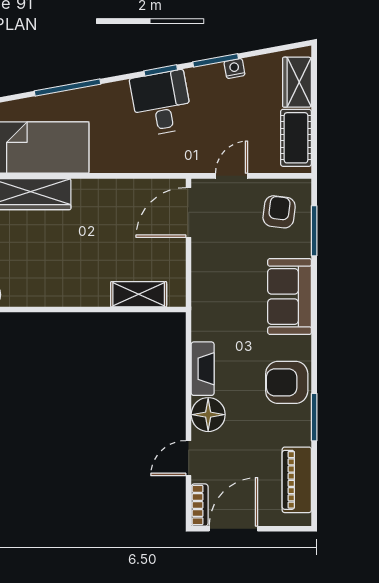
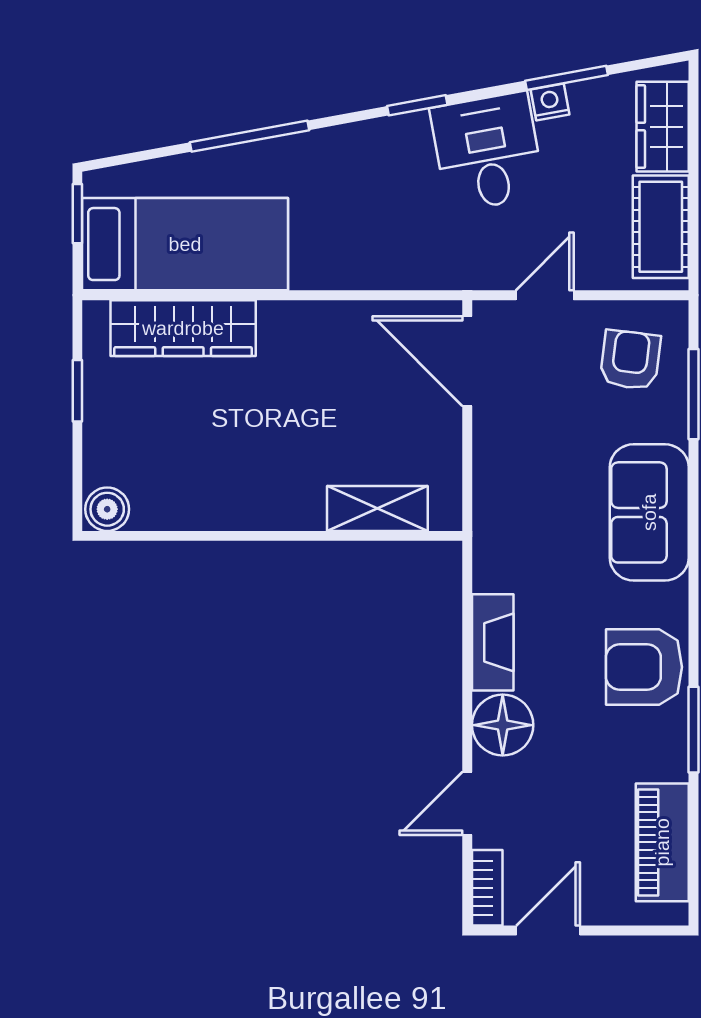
window: (216, 60) -> (566, 78), moved
desk: (161, 103) -> (488, 152), moved
door: (189, 212) -> (467, 361), hinge flipped
door: (233, 529) -> (548, 930), width x0.73

